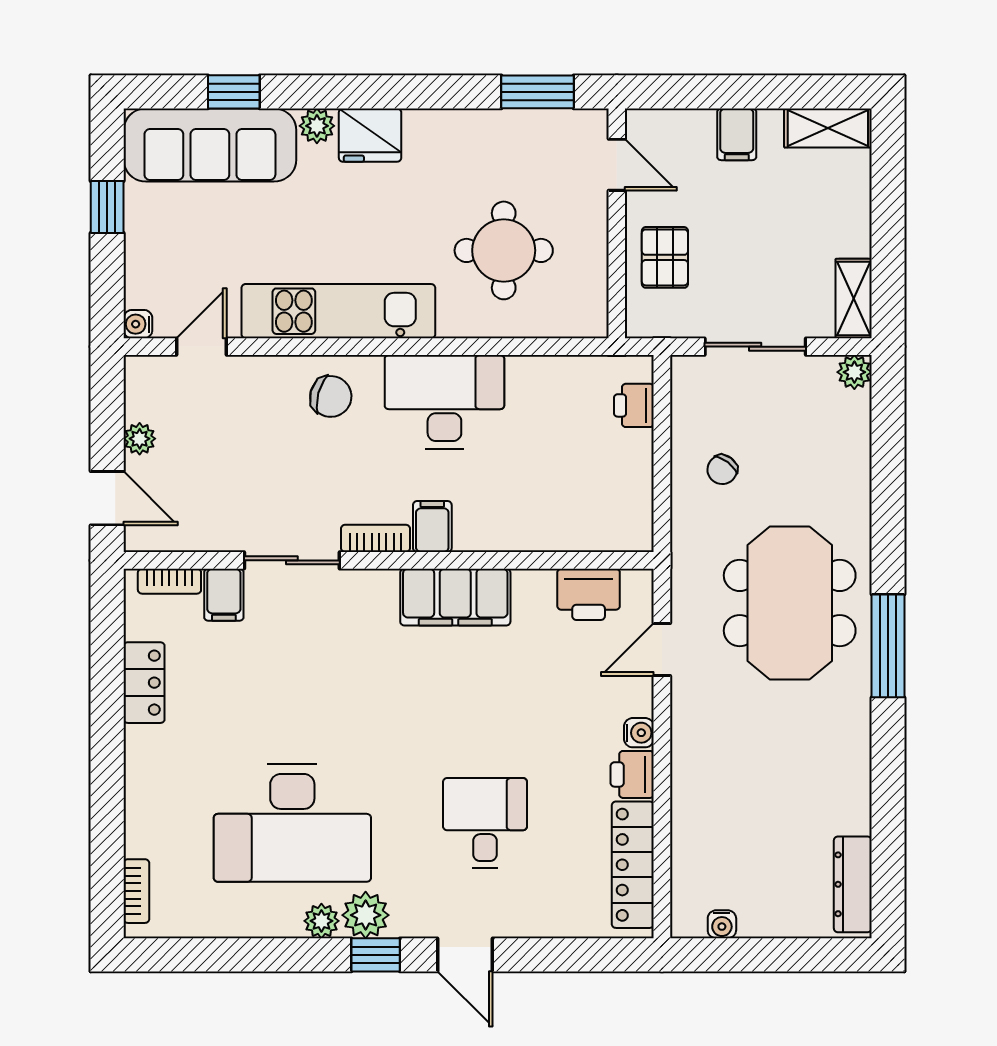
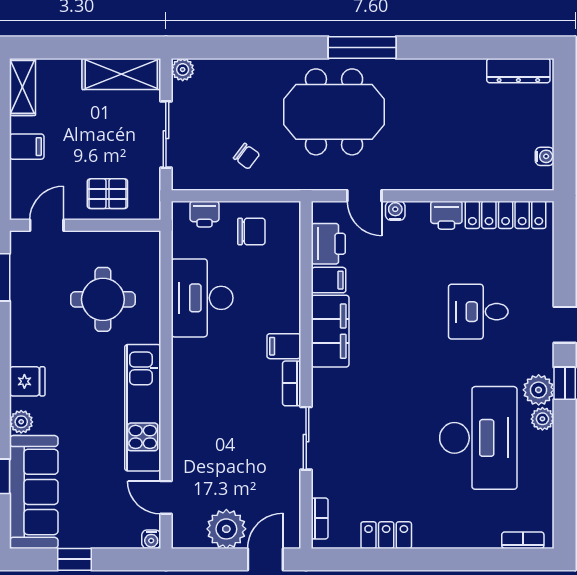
fridge: (370, 135) -> (27, 381), width x0.72
shelving: (854, 299) -> (121, 74), width x1.50, depth x1.33
chair: (331, 396) -> (251, 231), moved, turned 75
desk: (444, 402) -> (202, 298), moved
plant: (140, 439) -> (226, 529), width x1.87, depth x1.87
filing cabinet: (224, 595) -> (329, 280), moved
water cooler: (639, 733) -> (395, 211), moved

